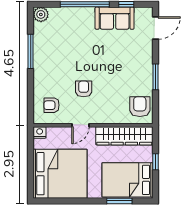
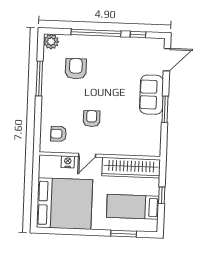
sofa: (115, 18) -> (151, 95), moved, turned 90
armchair: (140, 107) -> (76, 69), moved
nightstand: (40, 132) -> (68, 162), moved
bed: (127, 180) -> (133, 207), width x0.67

